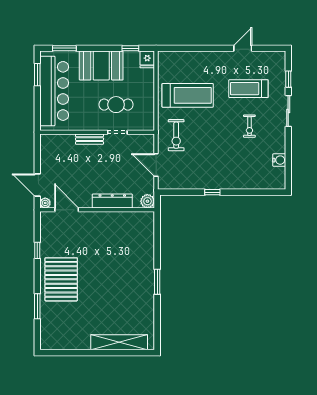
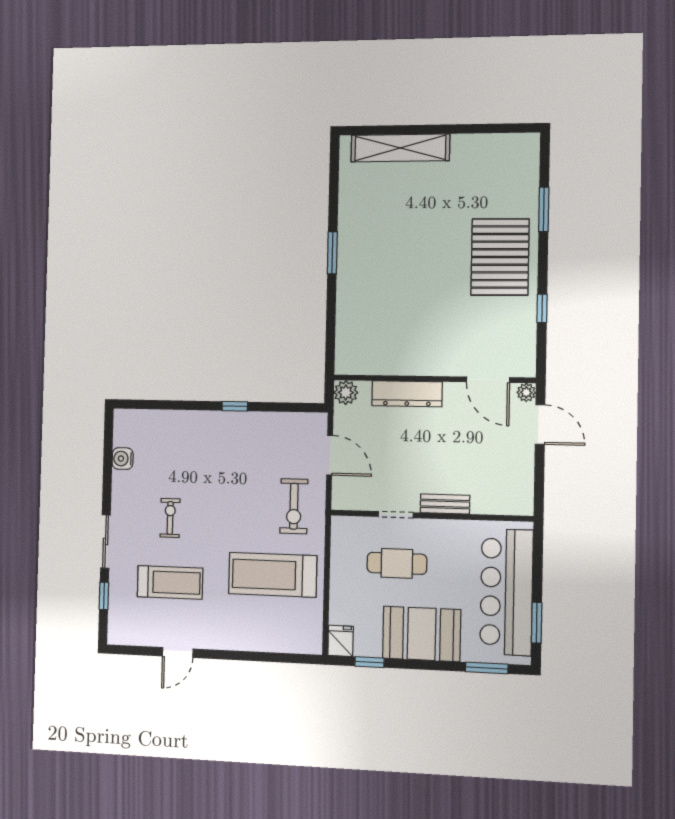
exercise bike: (176, 135) -> (294, 506), turned 180

